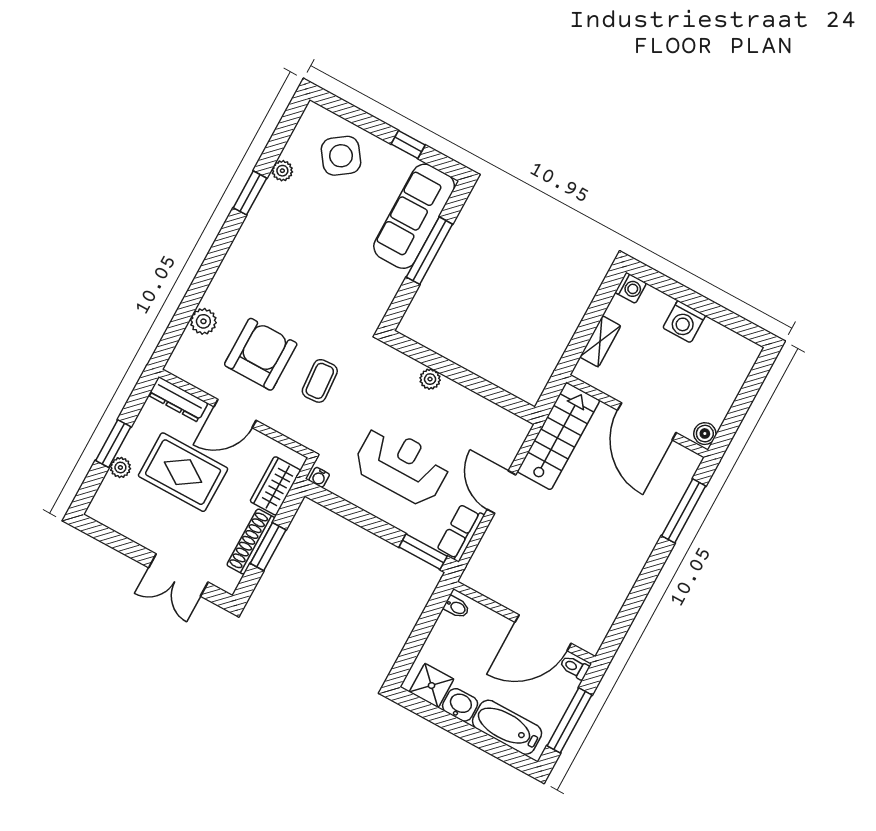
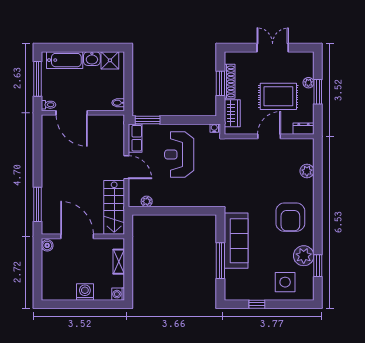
side table: (341, 156) -> (285, 282), turned 36
plant: (282, 171) -> (304, 256), width x1.87, depth x1.87
window: (250, 193) -> (318, 266), moved
sofa: (414, 216) -> (236, 241), moved
armchair: (261, 354) -> (290, 217), moved
plant: (430, 379) -> (147, 201), moved
coffee table: (320, 381) -> (238, 173), removed
dresser: (178, 399) -> (303, 129), width x0.70
reception desk: (402, 465) -> (179, 155), turned 90
double door: (178, 575) -> (273, 48), moved
door: (543, 633) -> (72, 113), swing flipped

